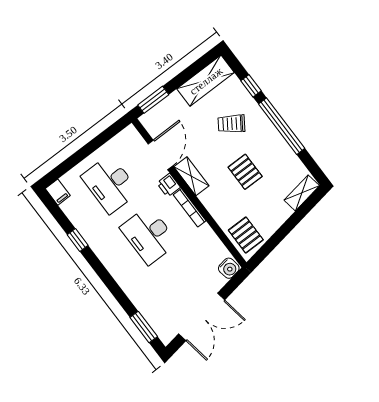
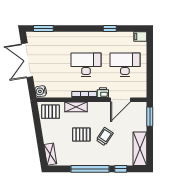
trolley: (231, 124) -> (105, 136), moved
door: (160, 155) -> (121, 100), hinge flipped
shelving: (191, 176) -> (76, 107), moved

